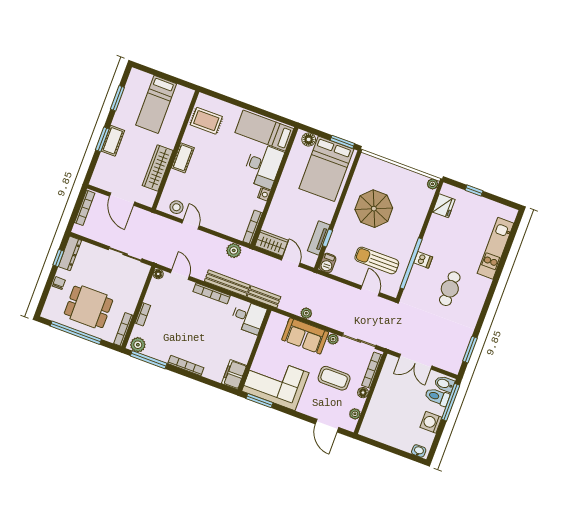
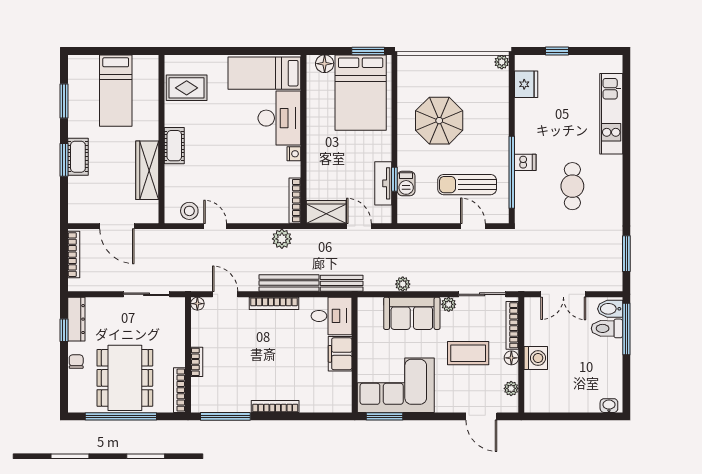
barbecue: (328, 263) -> (406, 183), moved
dining table: (88, 307) -> (125, 378), width x1.38
plant: (138, 345) -> (205, 403), removed
filing cabinet: (234, 374) -> (340, 354), moved
washing machine: (431, 422) -> (536, 358), moved, turned 180

